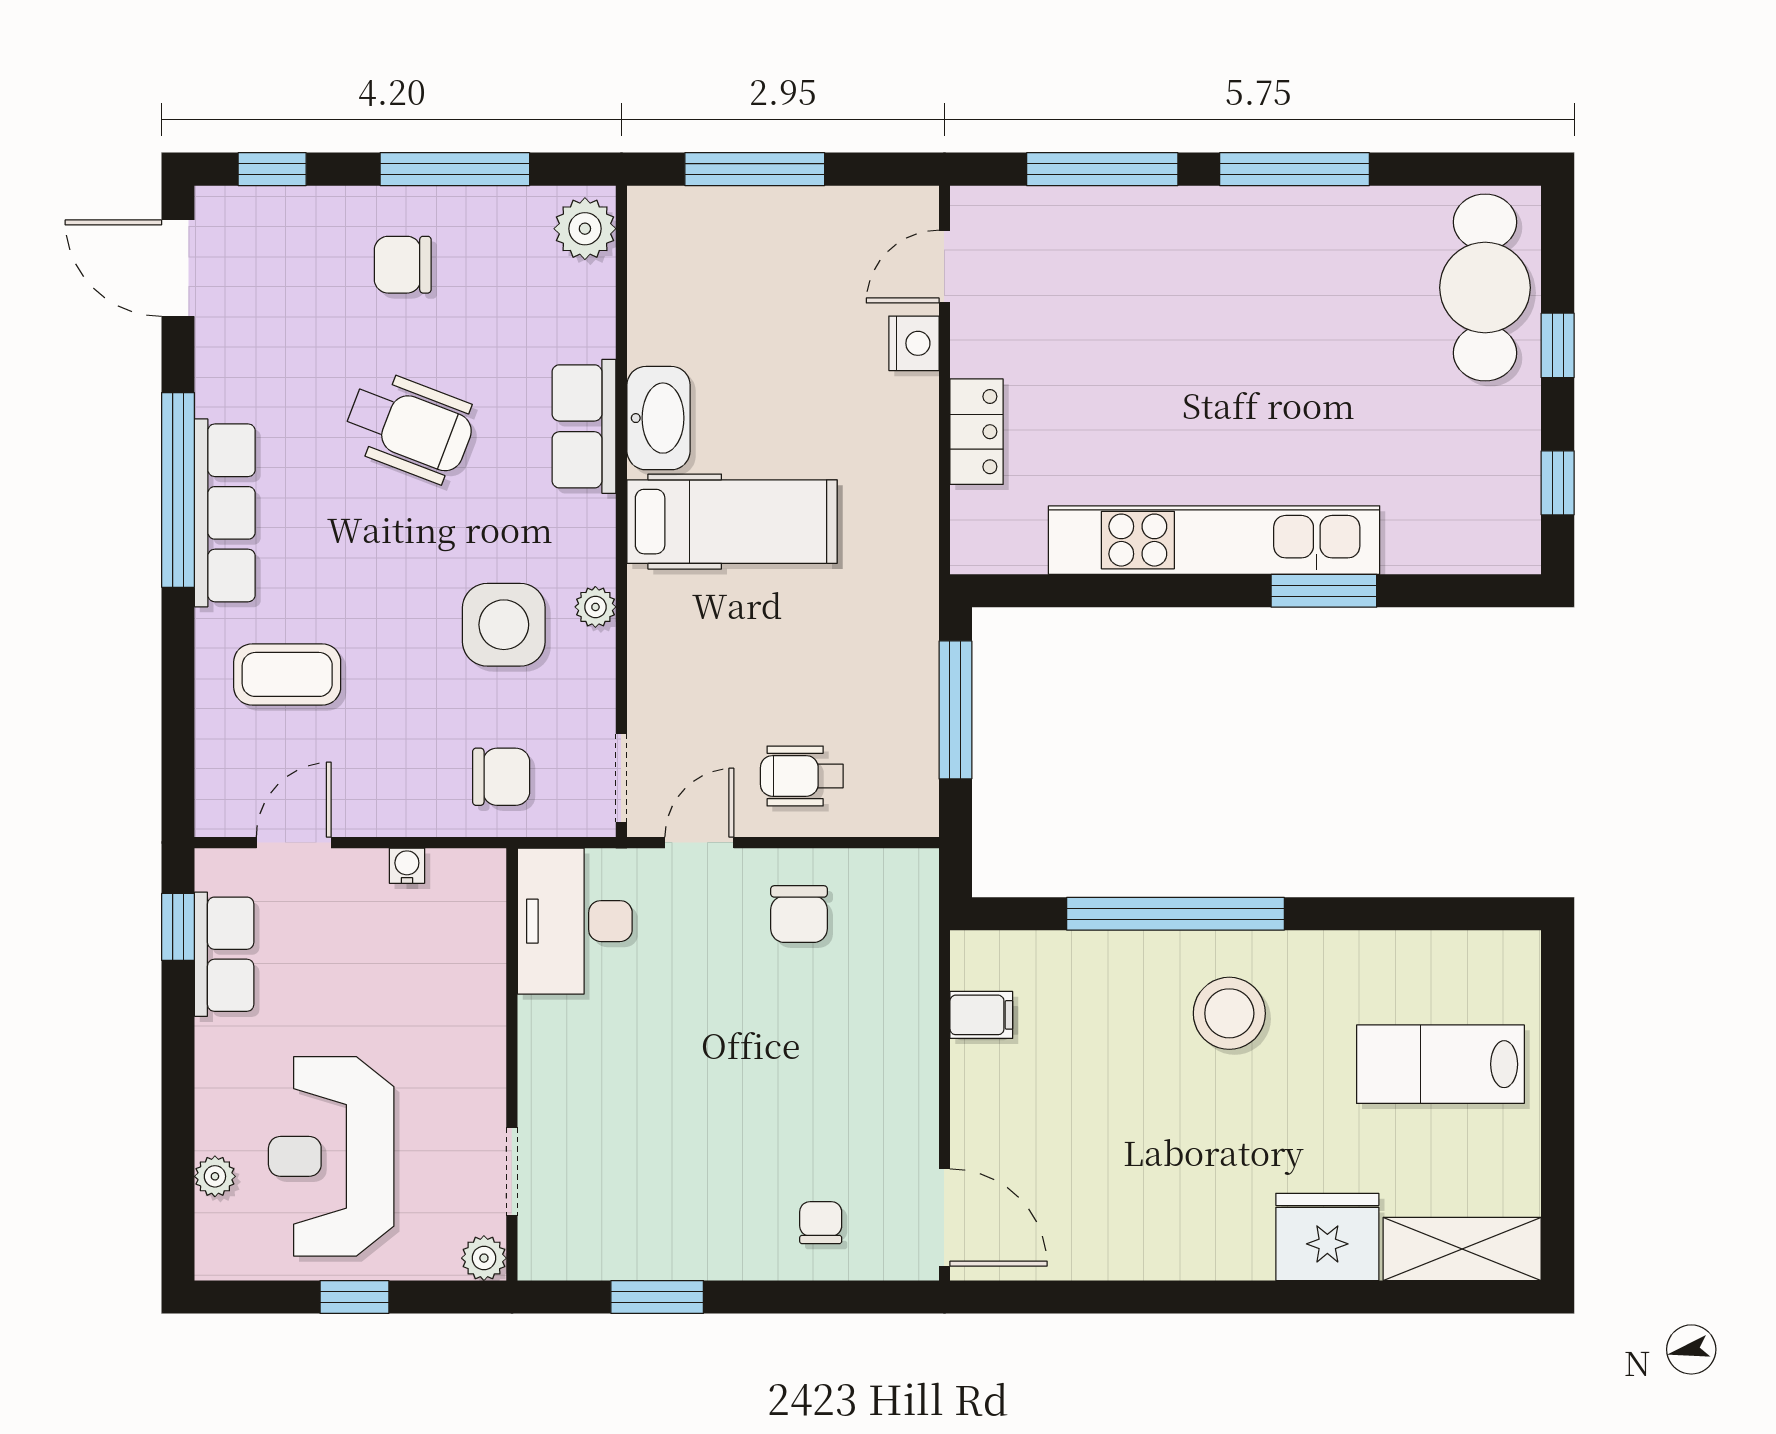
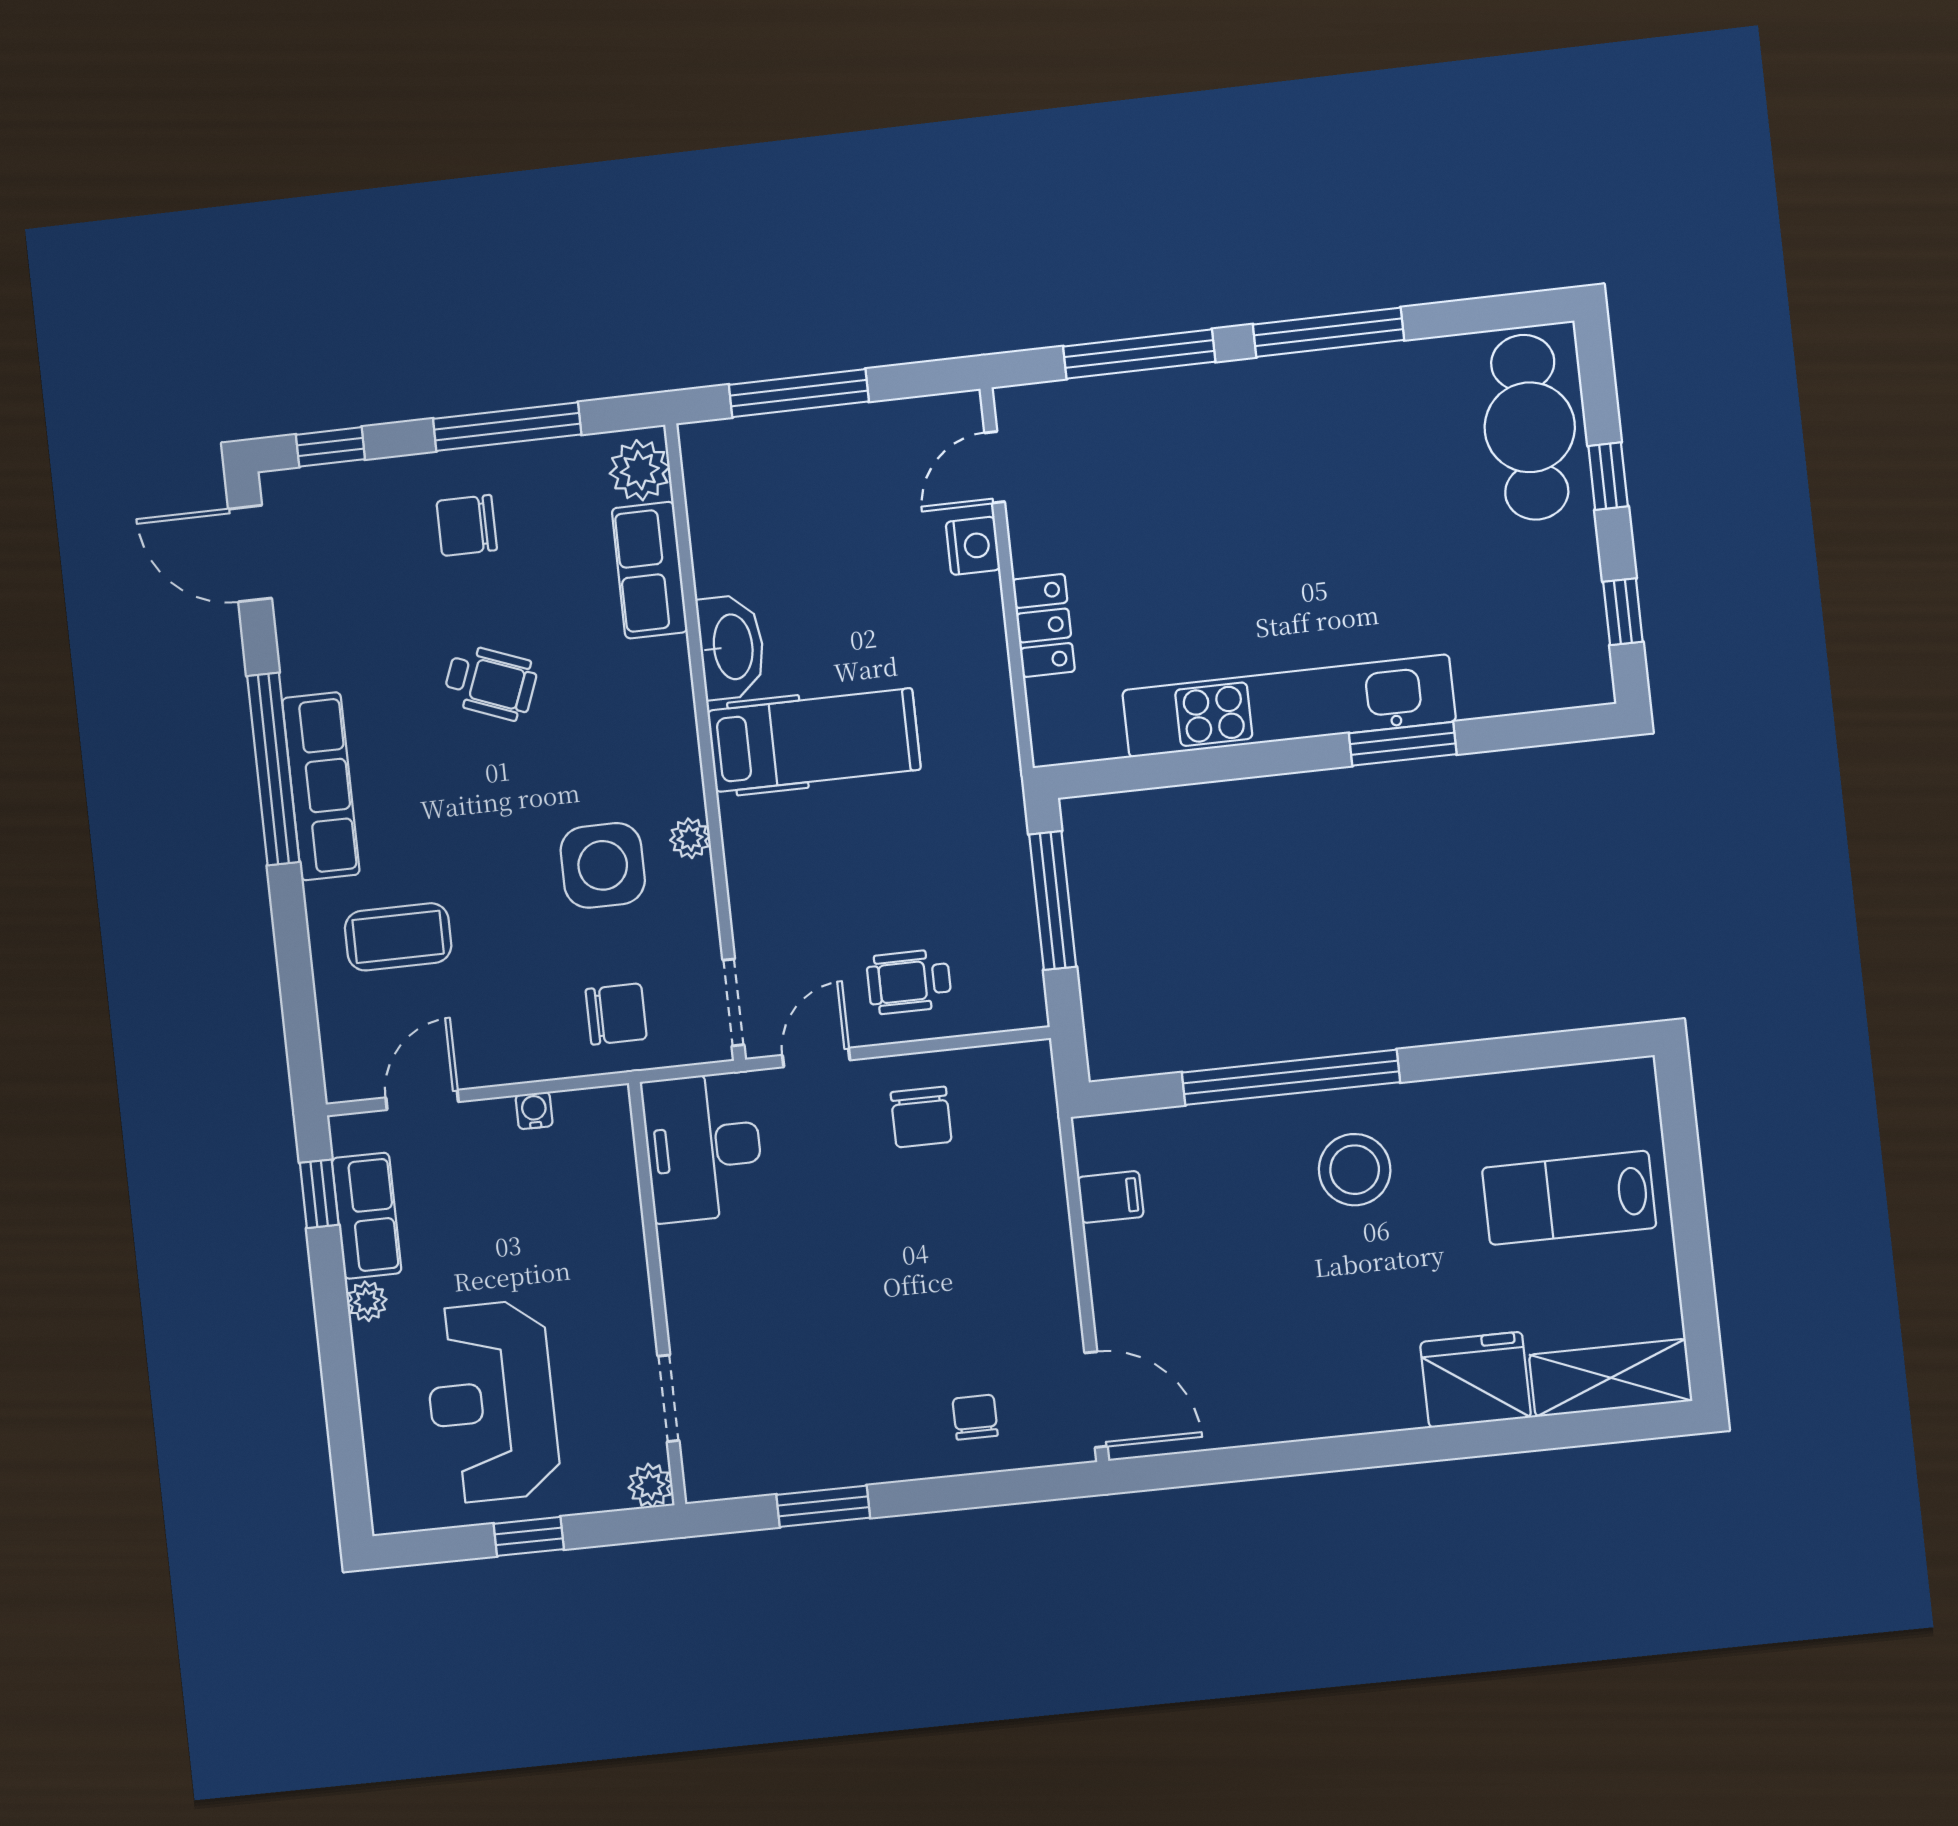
row of seats: (584, 426) -> (650, 570), moved
wheelchair: (410, 427) -> (490, 683), width x0.73, depth x0.73
plant: (215, 1176) -> (367, 1301), moved

